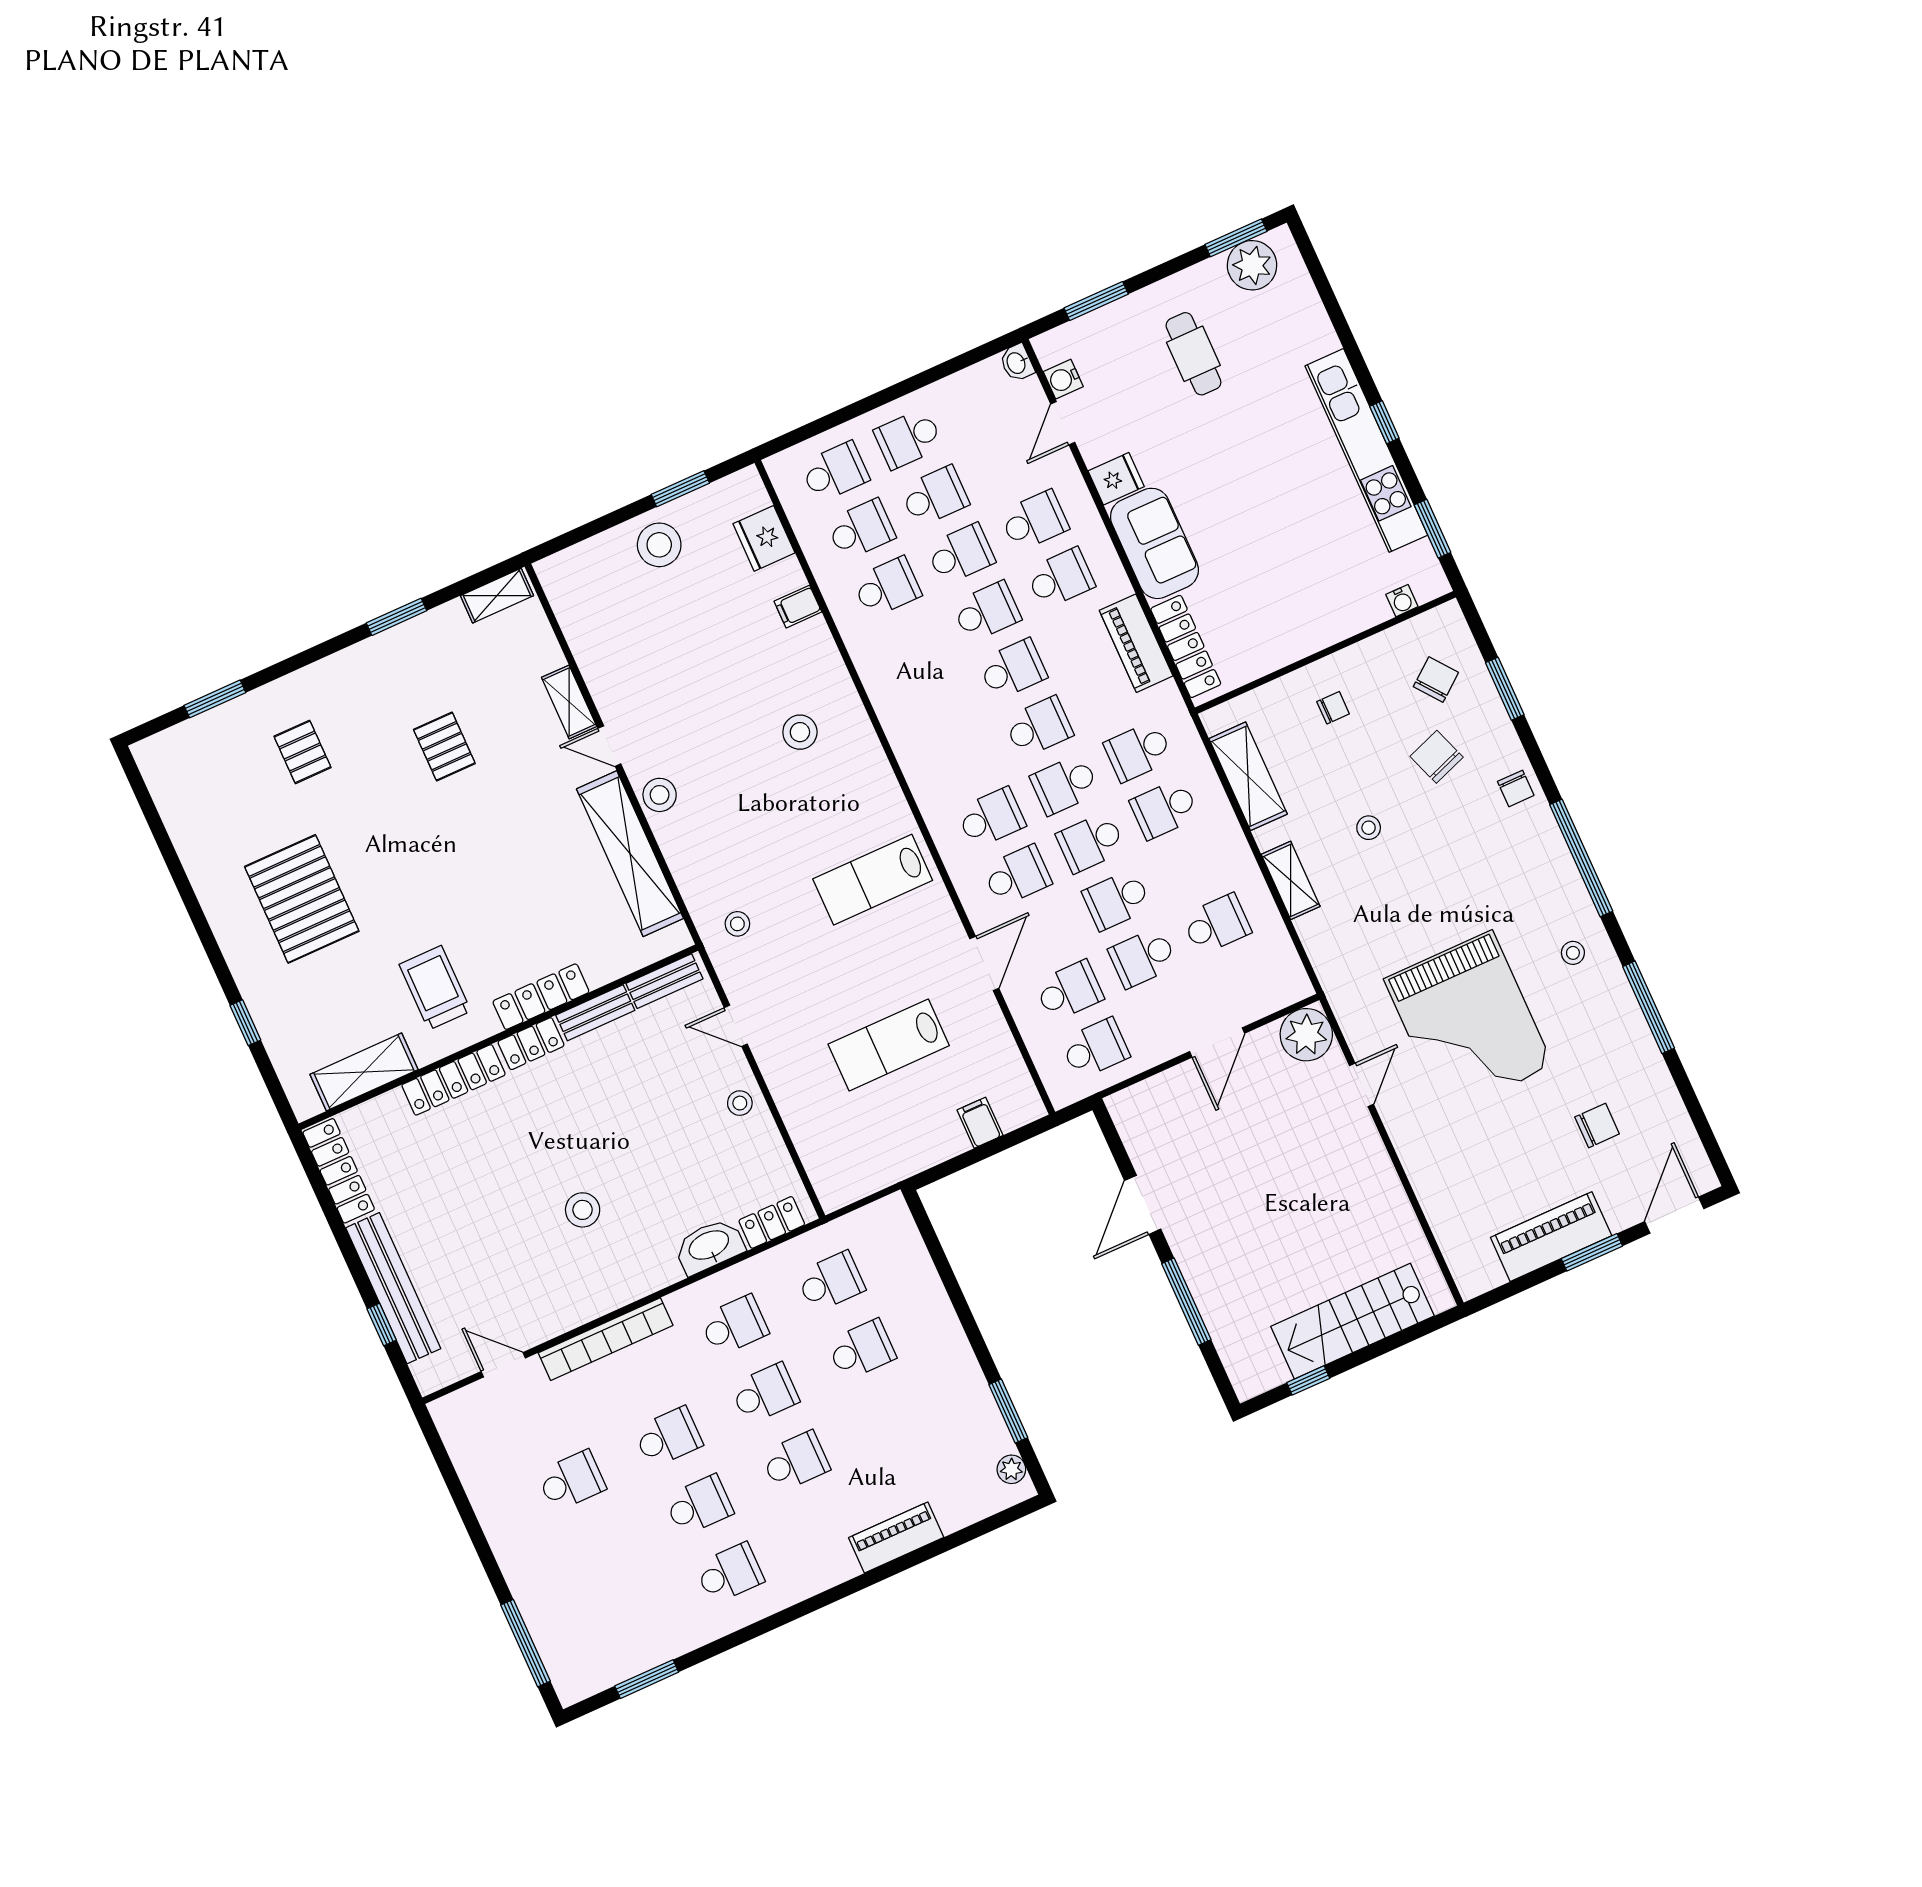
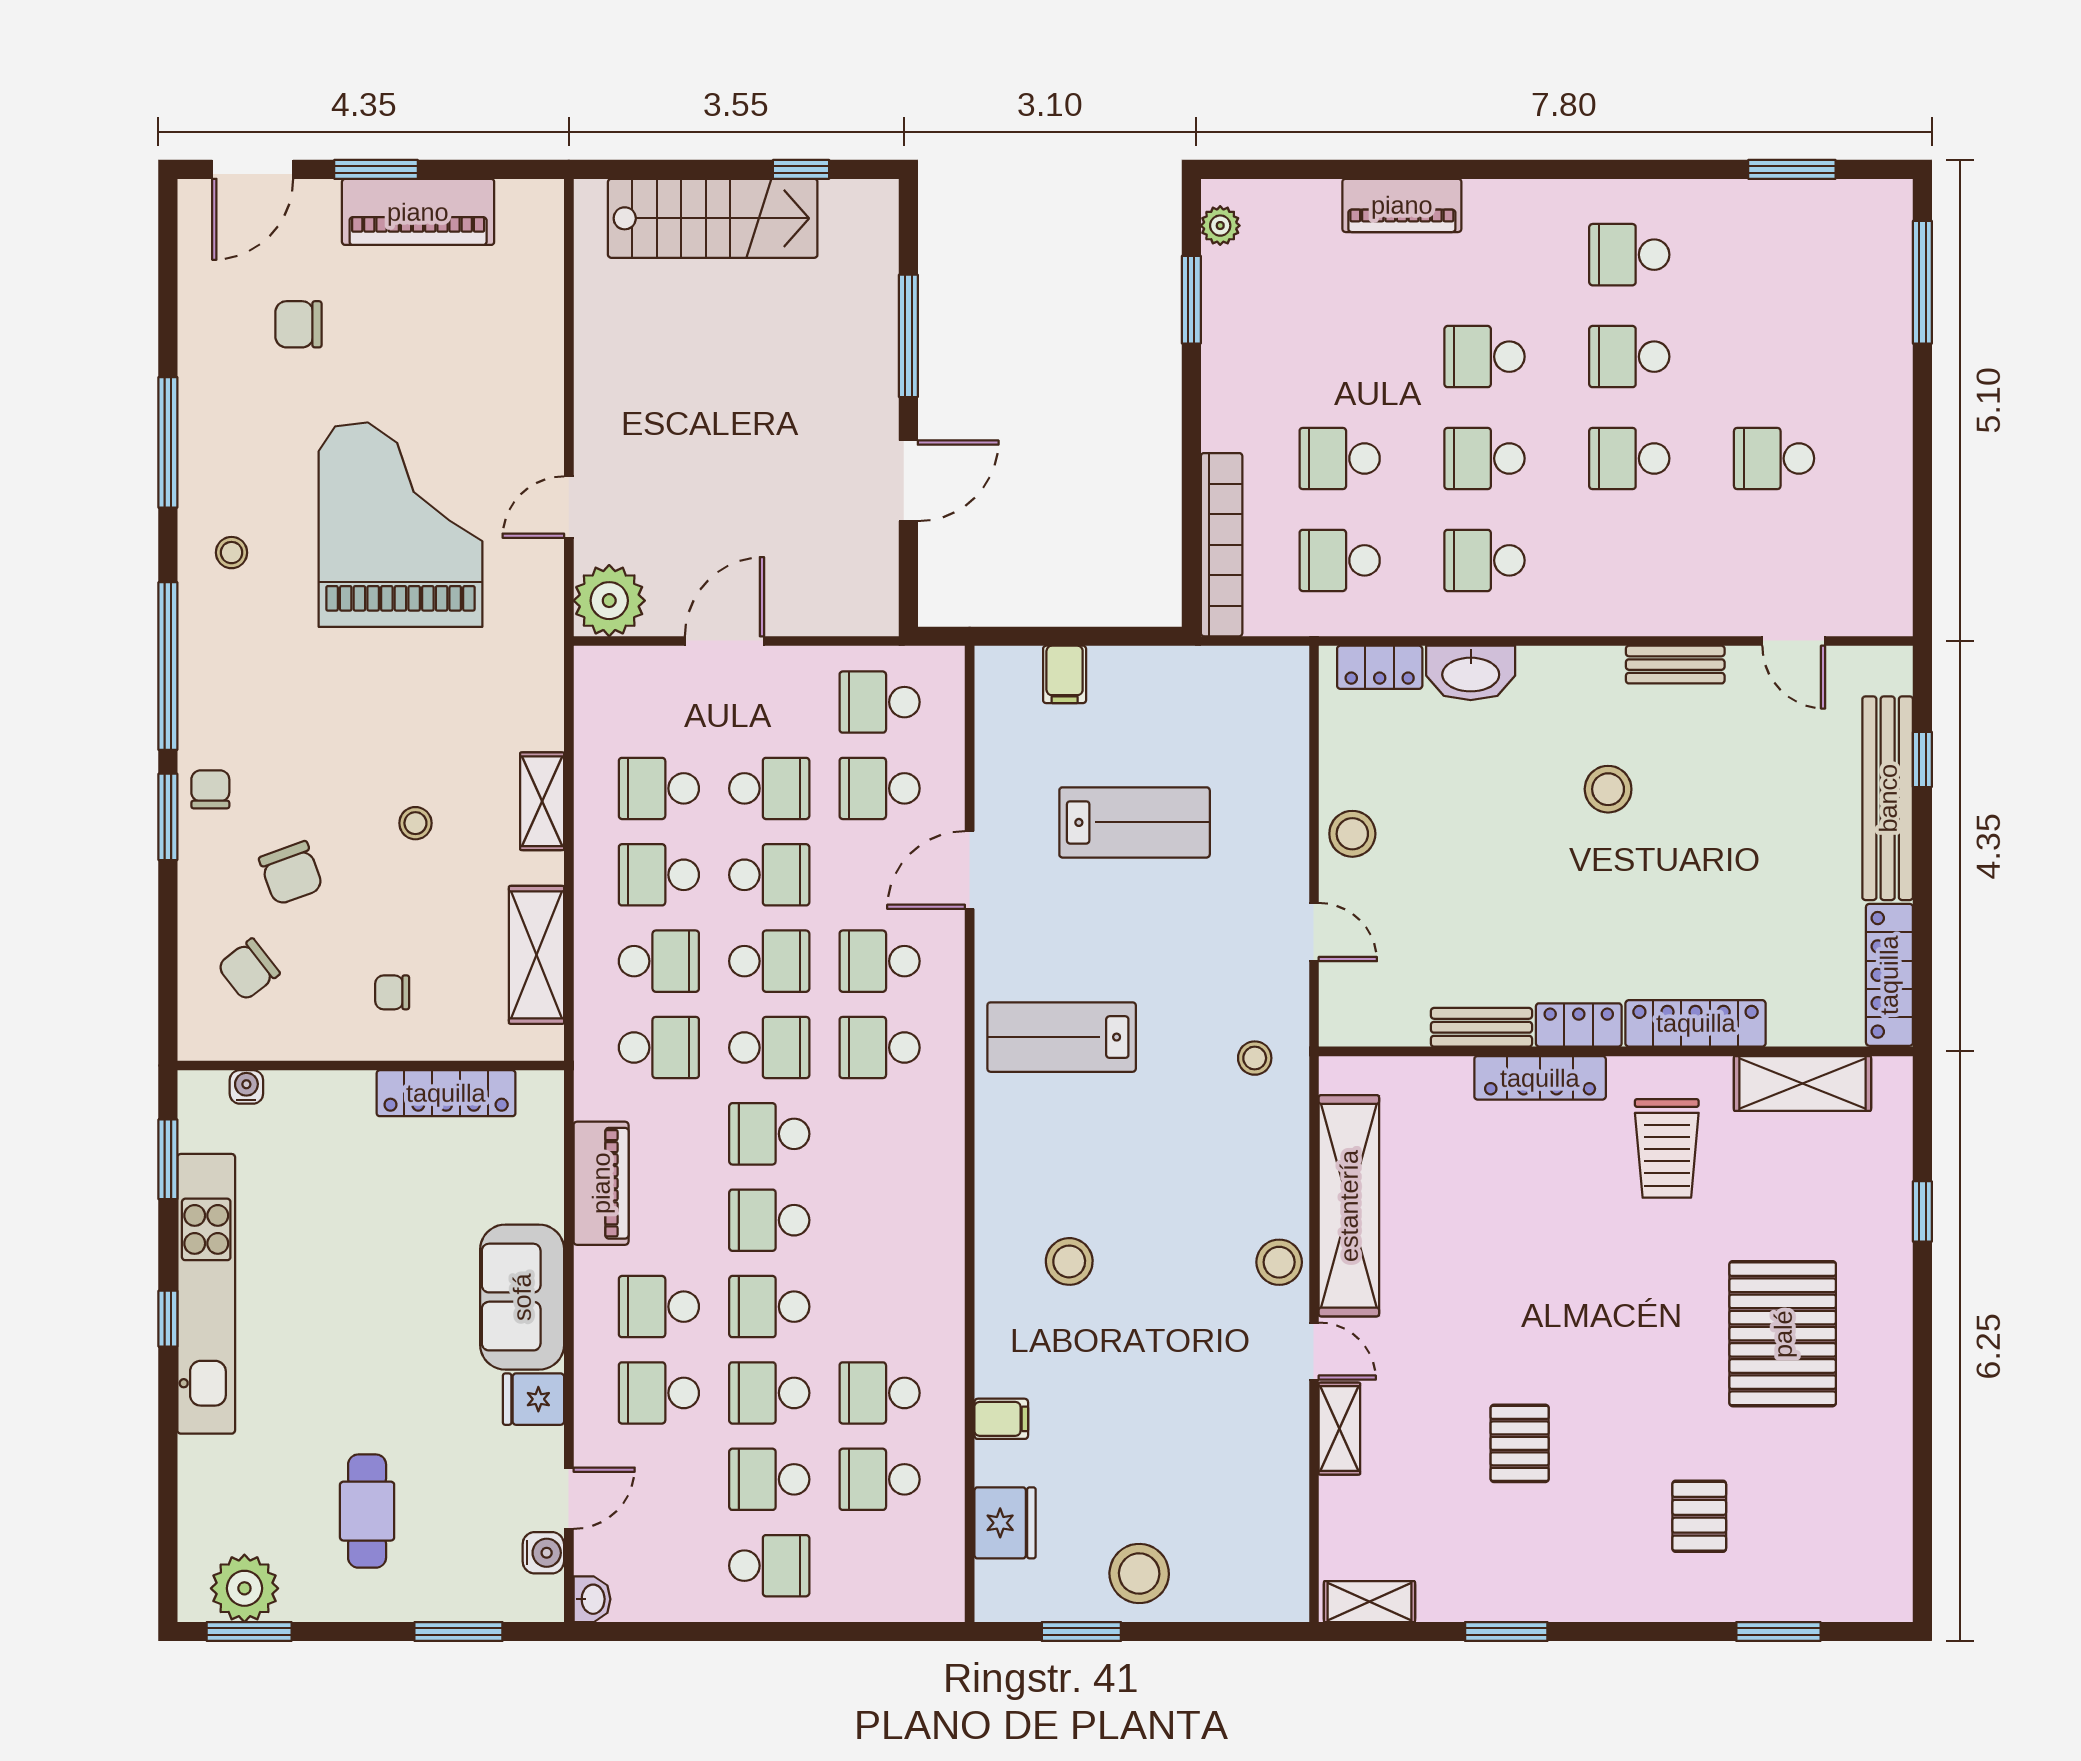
school desk: (835, 472) -> (659, 875), moved
locker: (1186, 646) -> (446, 1093), moved, turned -90
window: (1505, 689) -> (168, 817), moved
lab bench: (873, 880) -> (1062, 1037), turned 180
bench: (664, 981) -> (1675, 665), moved
stool: (740, 1103) -> (1352, 834), width x1.37, depth x1.37
bookcase: (606, 1339) -> (1222, 545), moved, turned 90

